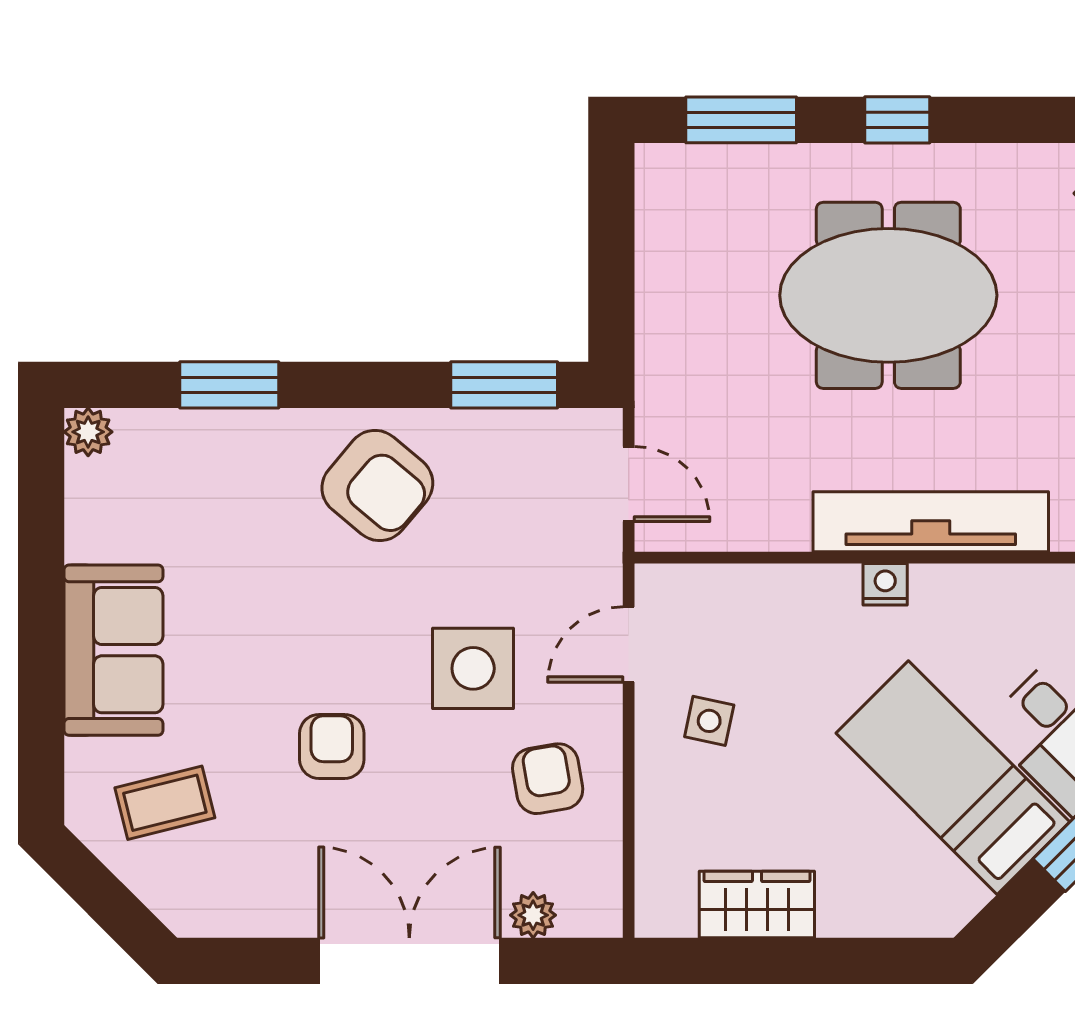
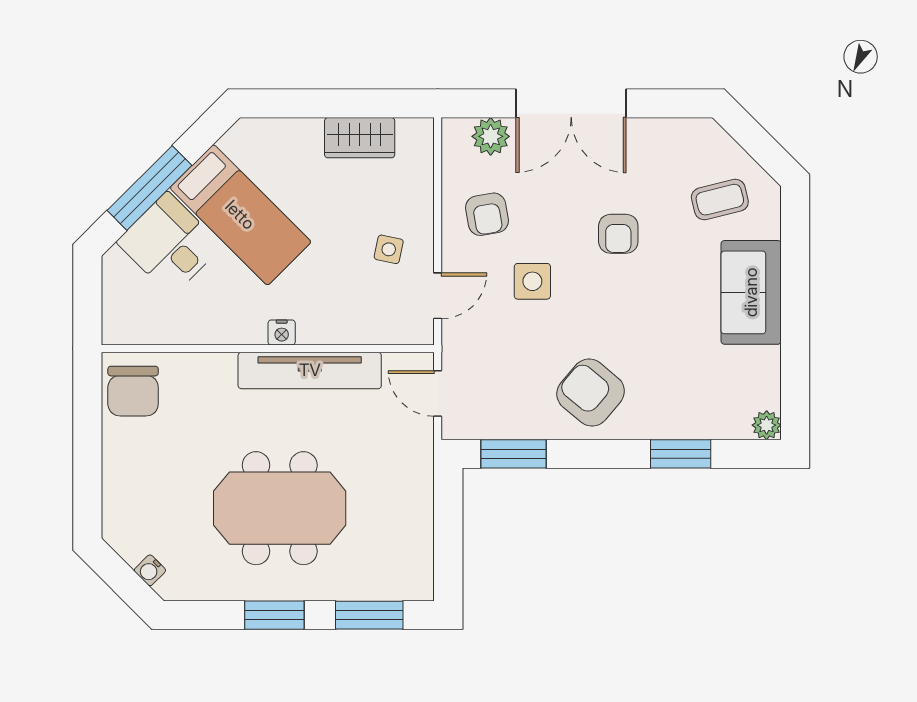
window: (897, 120) -> (274, 615), width x1.50
tv unit: (931, 522) -> (310, 370), moved
side table: (473, 668) -> (532, 281), width x0.73, depth x0.73
plant: (533, 915) -> (491, 136), width x1.38, depth x1.38

